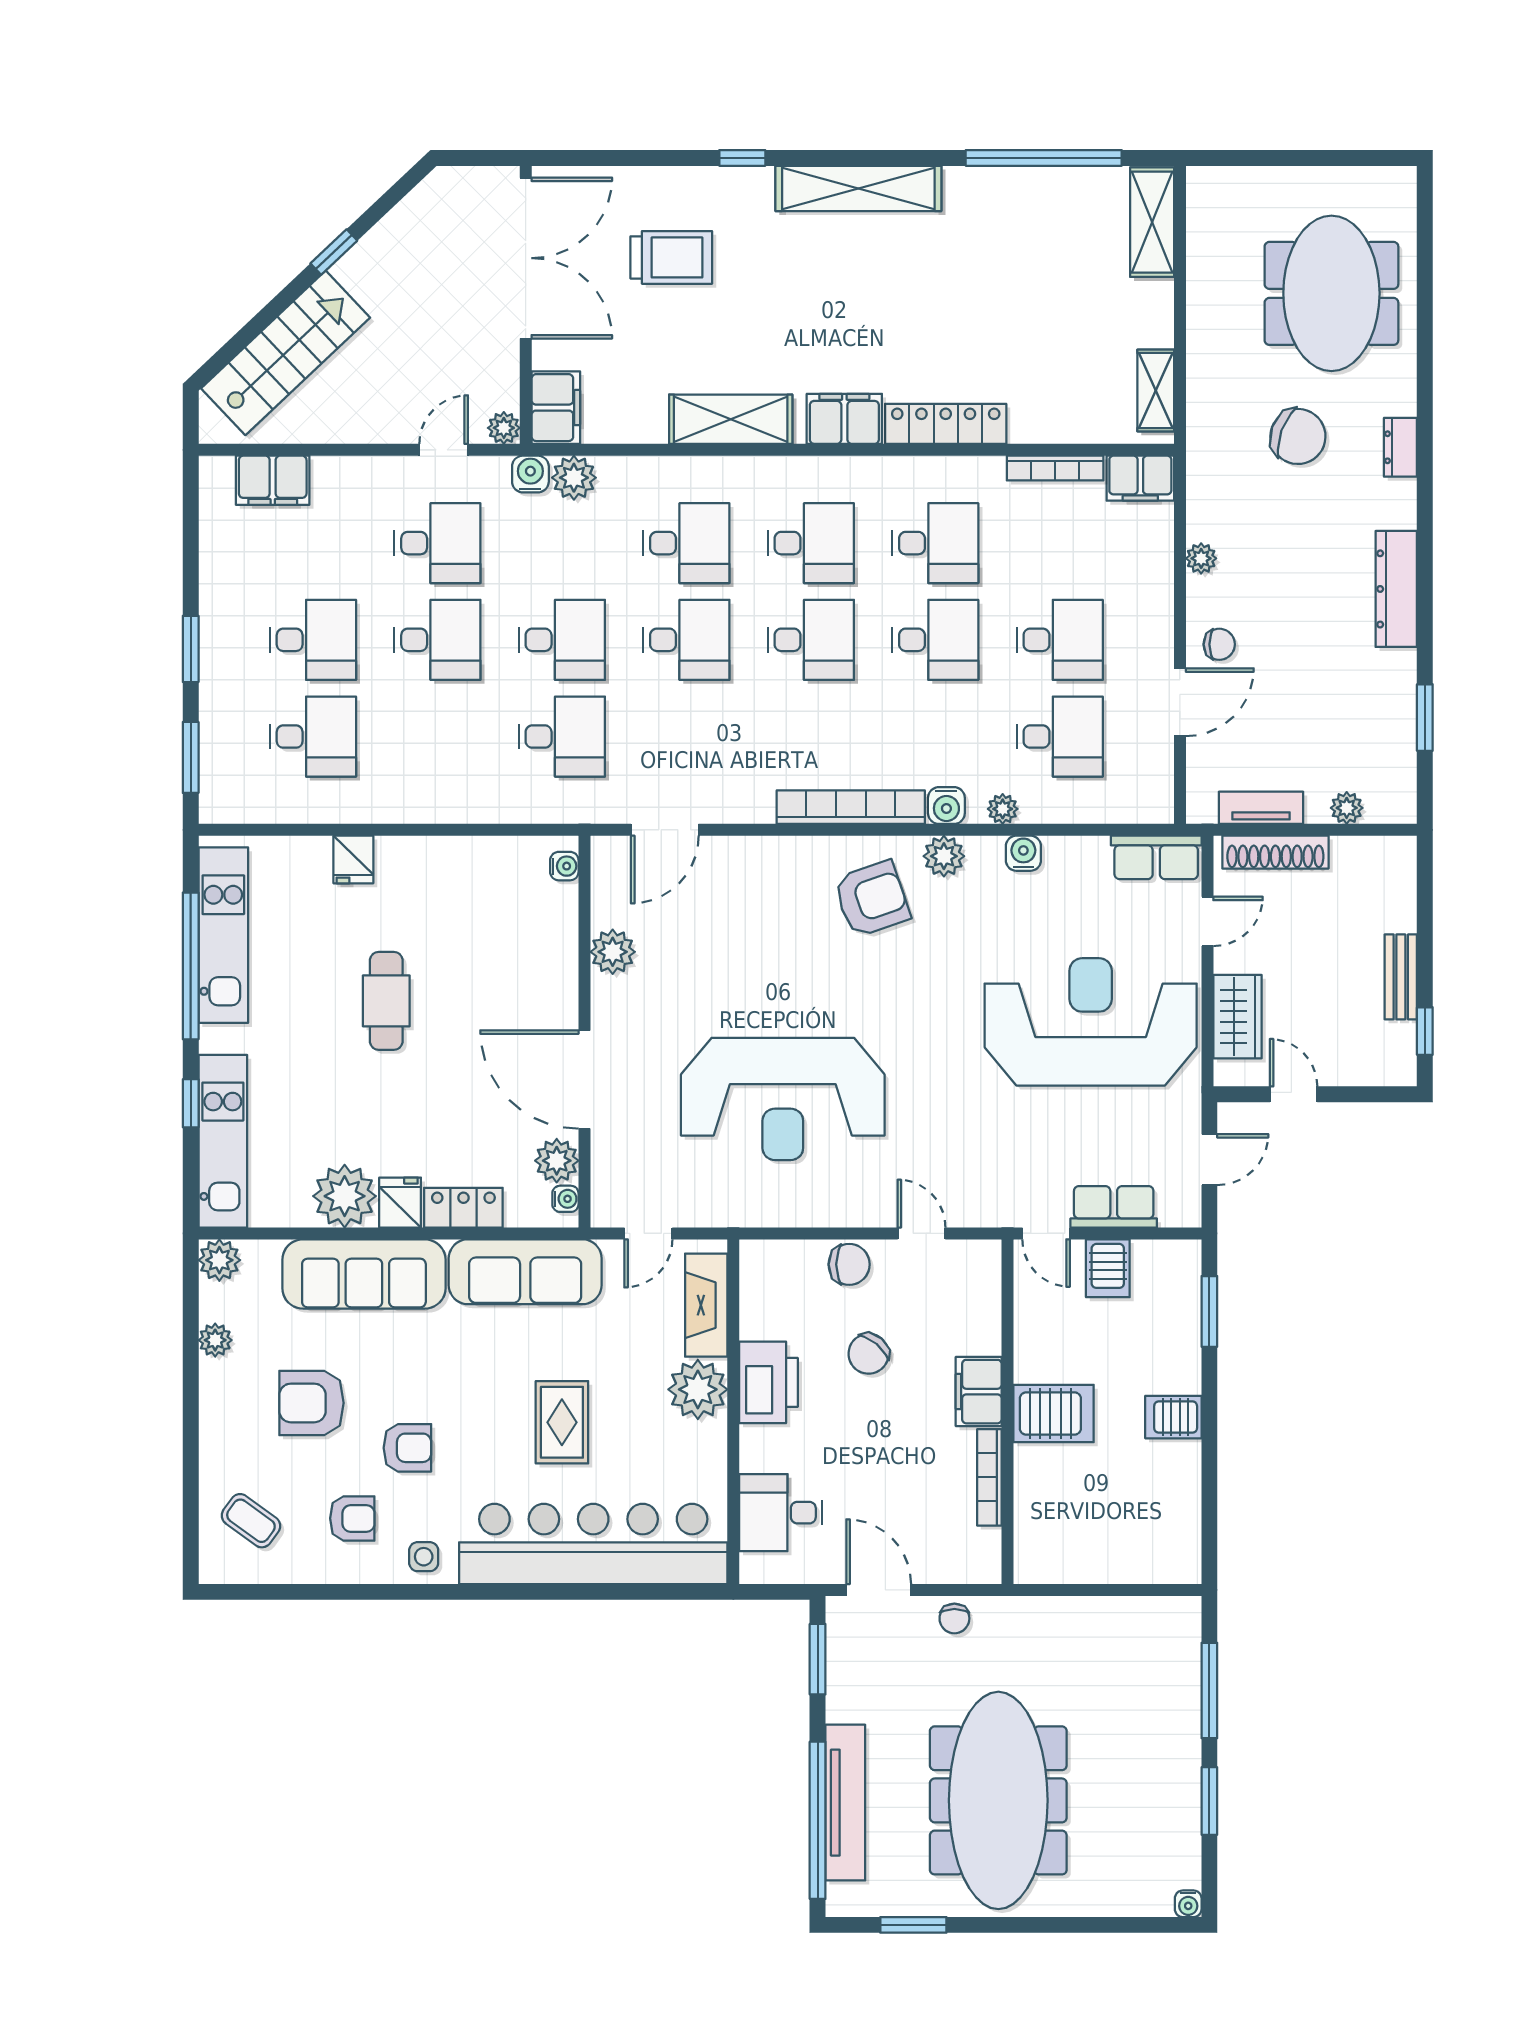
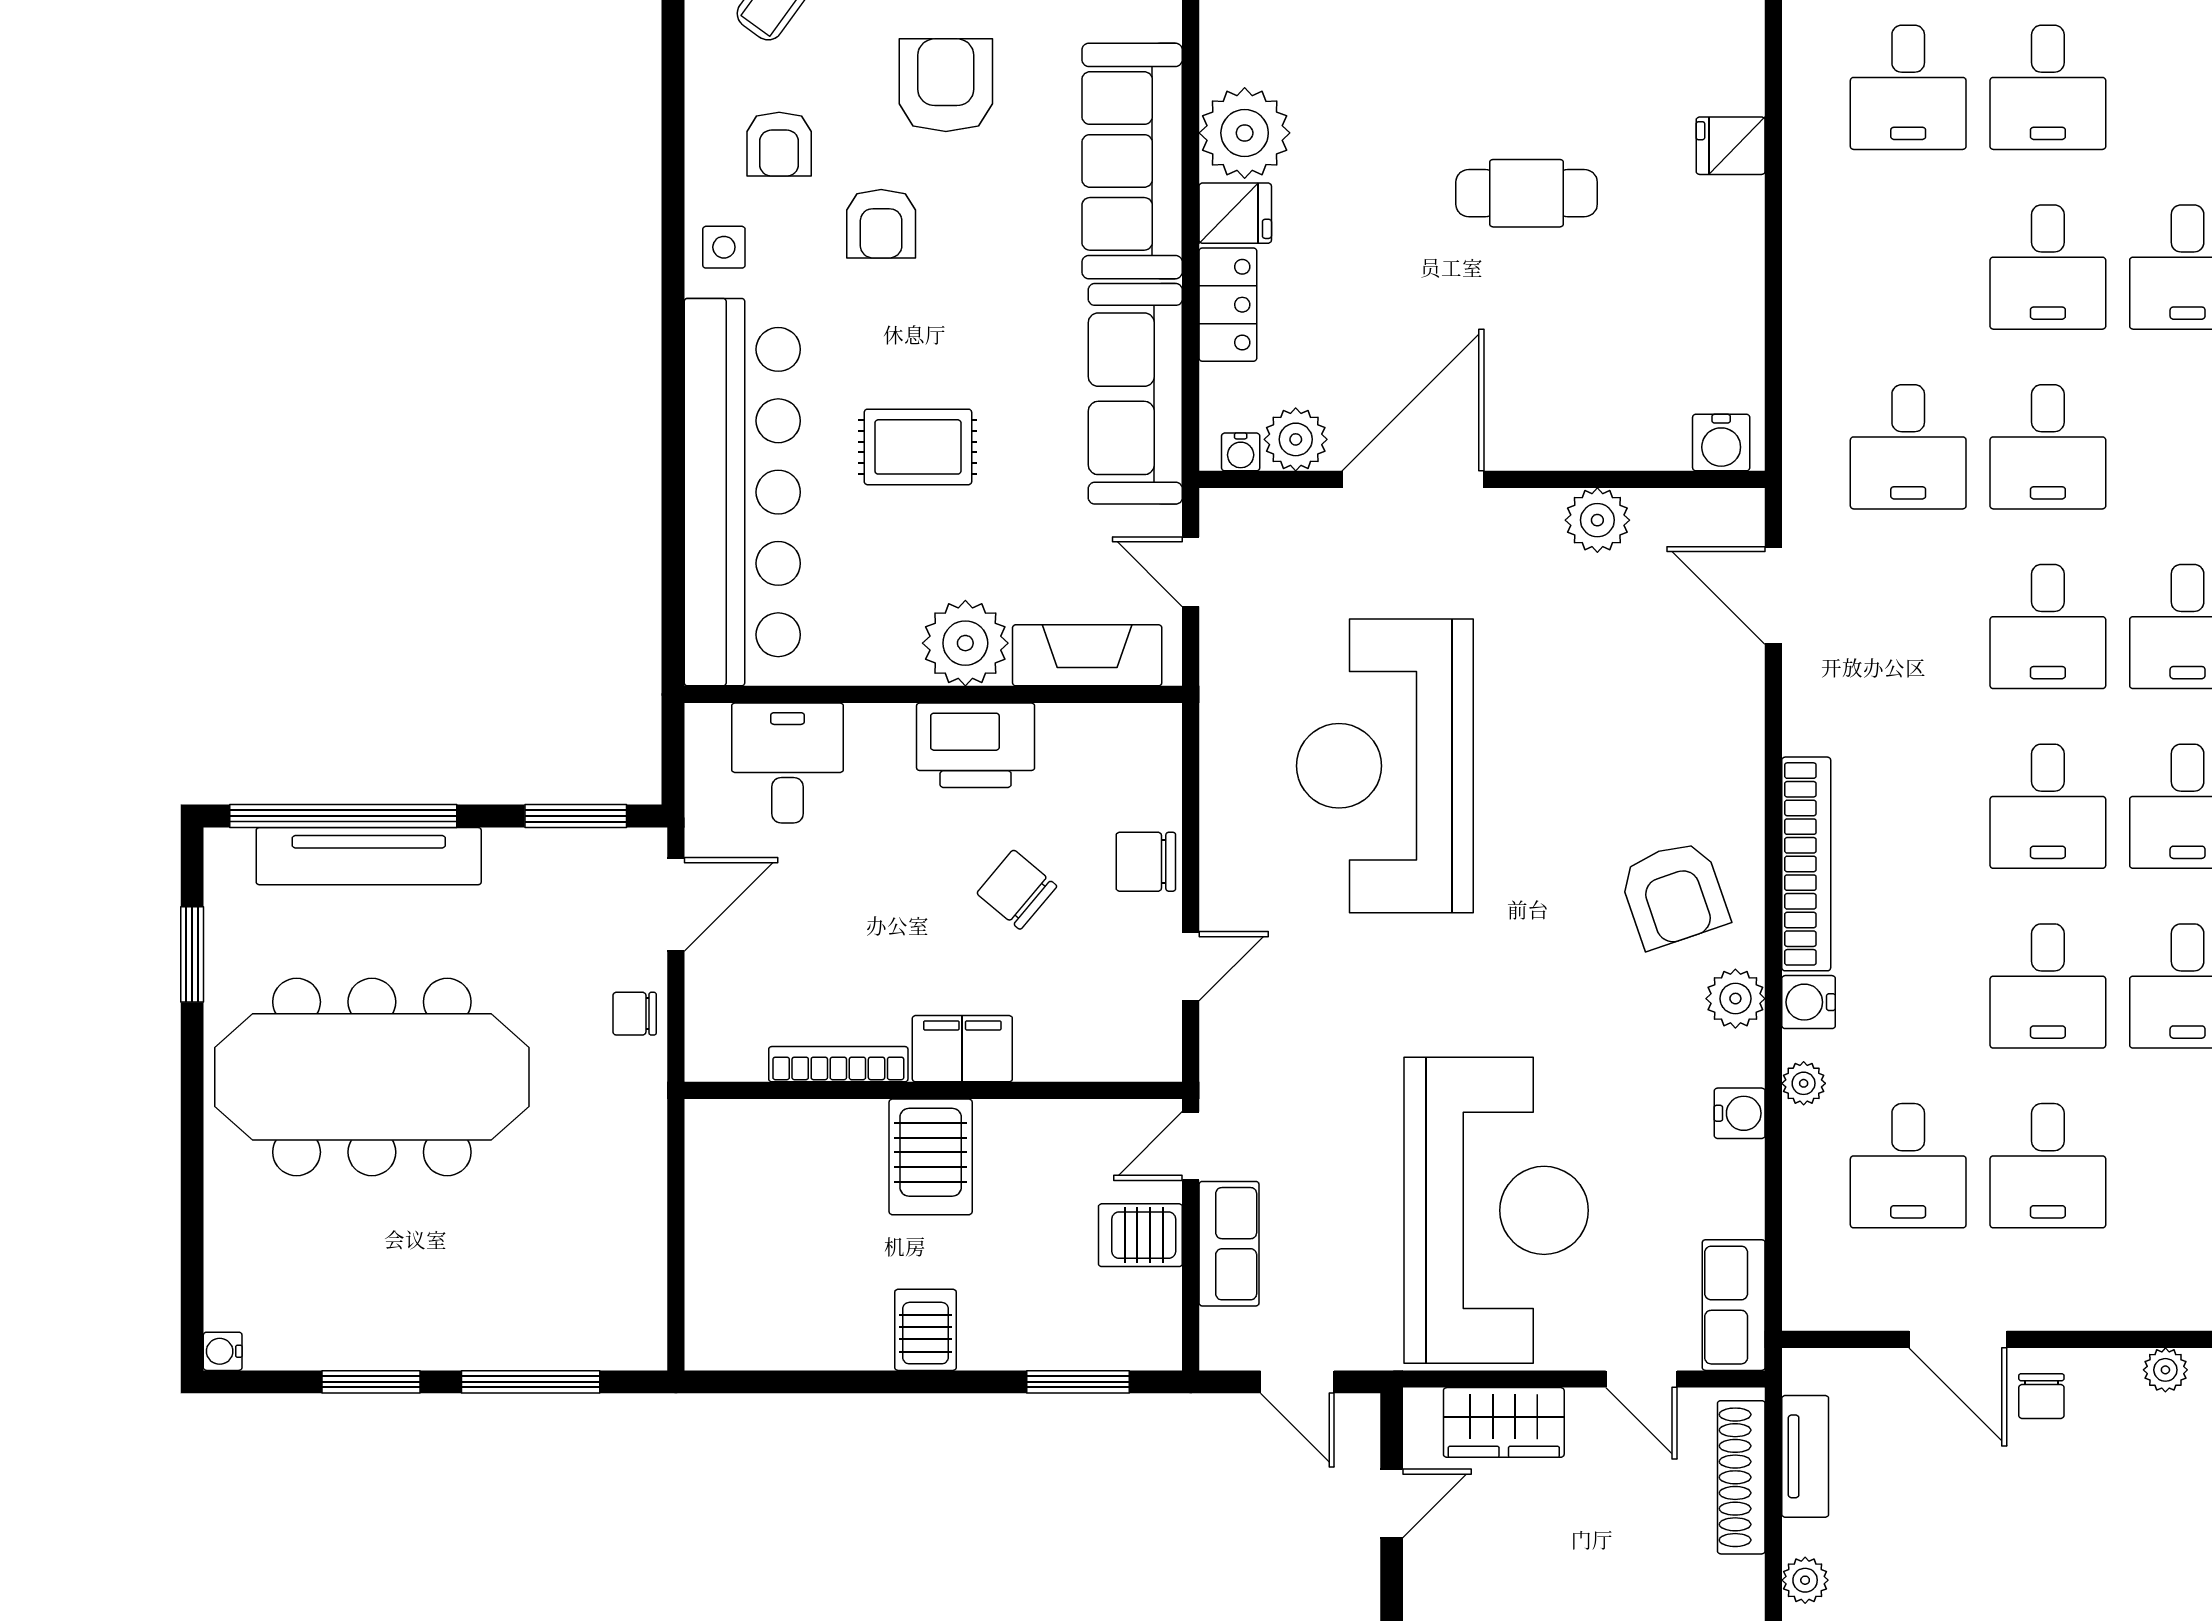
water cooler: (564, 866) -> (1721, 443), width x1.38, depth x1.38
chair: (849, 1264) -> (1146, 862), turned 90

